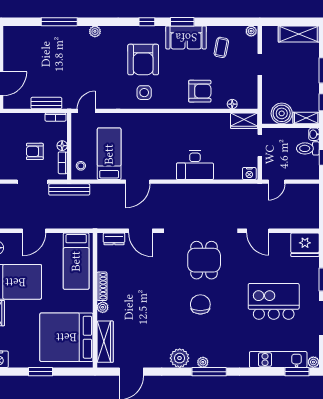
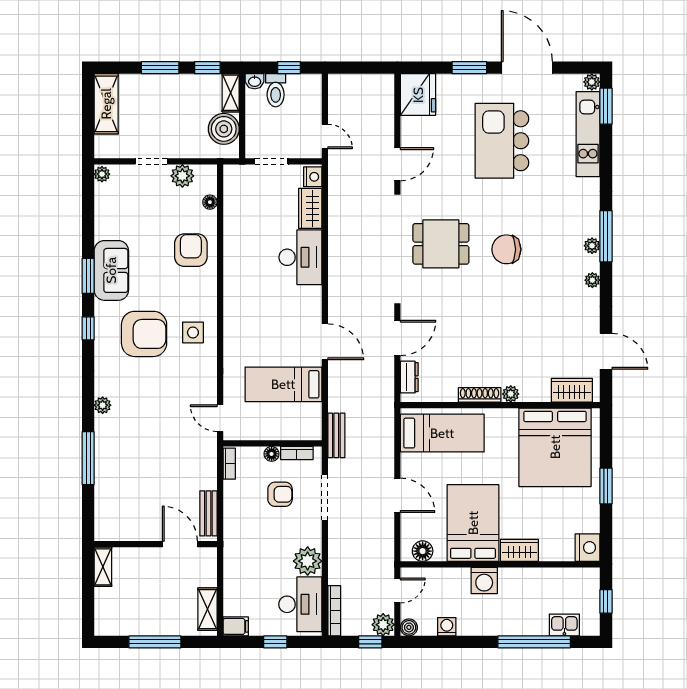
coffee table: (221, 47) -> (126, 218), removed
plant: (250, 85) -> (182, 176), added
bench: (46, 103) -> (208, 513), moved
wardrobe: (244, 121) -> (310, 208), moved, turned 180
armchair: (35, 151) -> (280, 494), turned -90
stool: (81, 166) -> (301, 426), removed
bench: (69, 189) -> (336, 435), width x0.73
wardrobe: (105, 342) -> (572, 390), width x0.67
plant: (180, 358) -> (592, 280), width x0.53, depth x0.53

